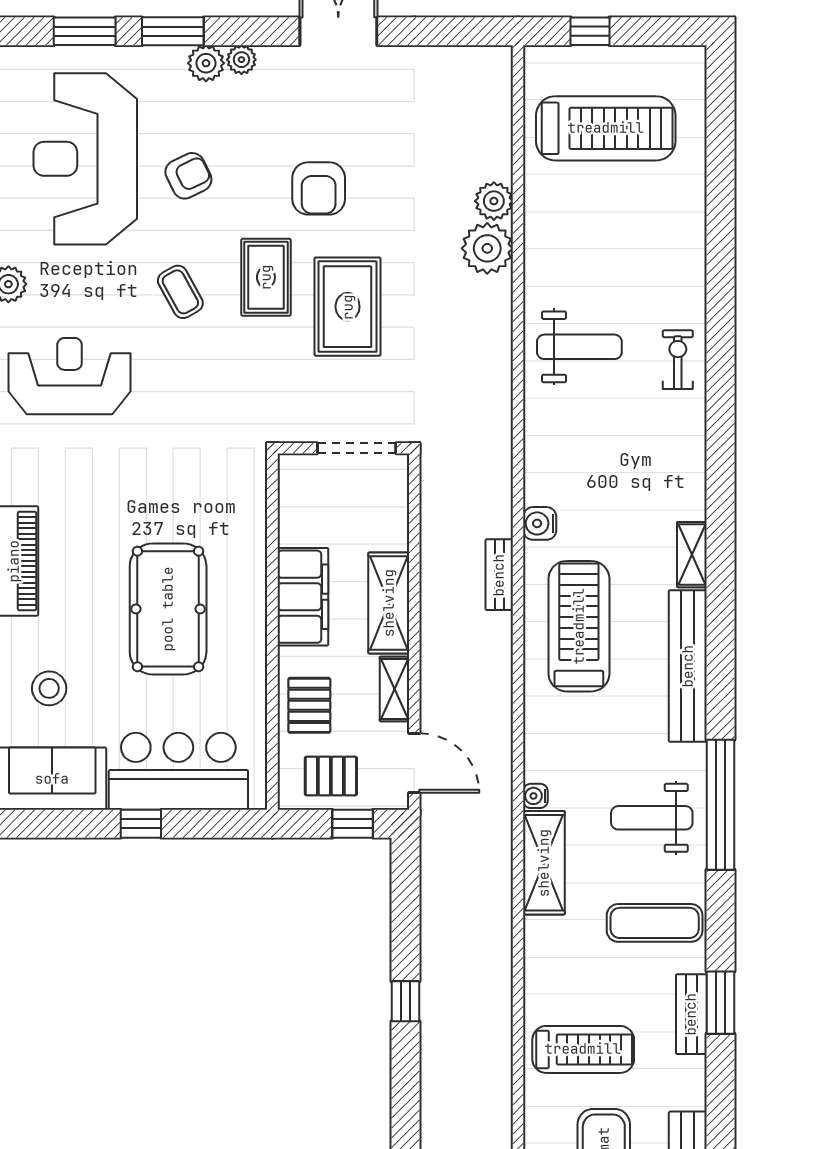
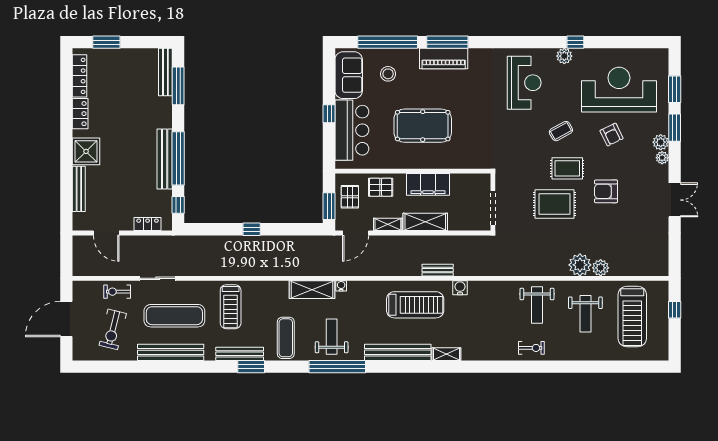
weight bench: (599, 236) -> (585, 314), added
window: (353, 824) -> (329, 206), width x1.50
bench: (691, 1014) -> (240, 354), width x1.36

